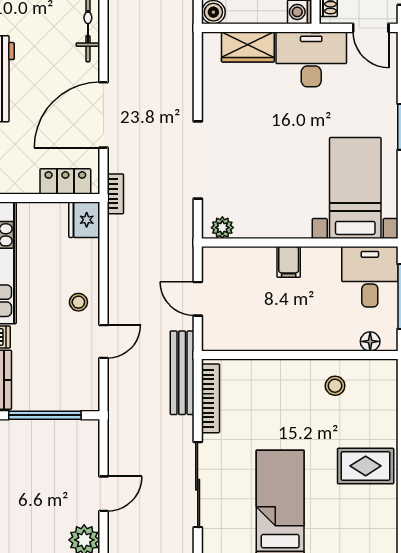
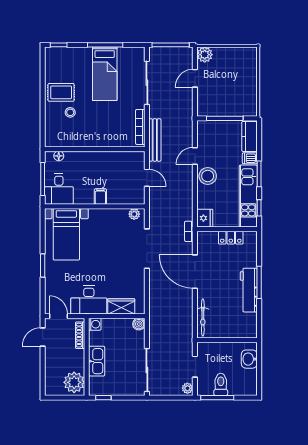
door: (103, 115) -> (195, 272), swing flipped
locker: (65, 181) -> (231, 238), moved
stool: (78, 302) -> (208, 176), width x1.89, depth x1.89
stool: (335, 386) -> (70, 112), moved

